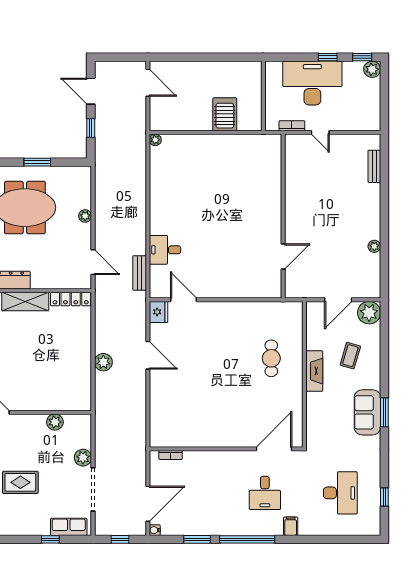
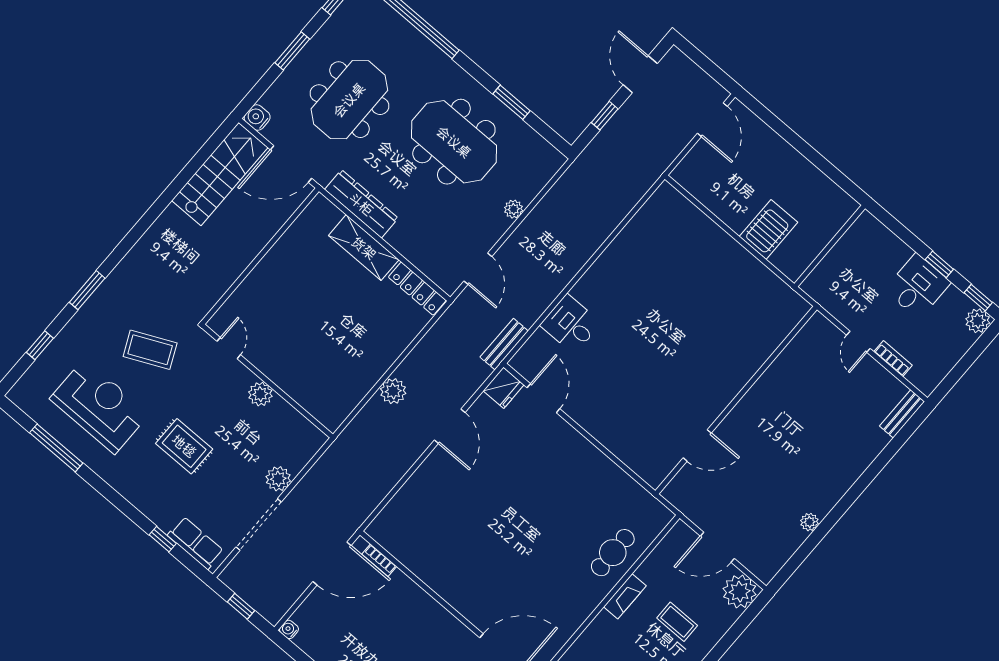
desk: (312, 83) -> (918, 286), width x0.53, depth x0.77
bookcase: (292, 126) -> (893, 358), moved
plant: (155, 140) -> (666, 191), removed
bench: (374, 166) -> (902, 414), moved
bench: (140, 273) -> (504, 344), moved
coffee table: (350, 356) -> (677, 622), turned 74
cafe table: (271, 358) -> (613, 553), moved
fireplace: (314, 371) -> (625, 596), width x0.73, depth x0.76
plant: (55, 422) -> (260, 394), moved
door: (148, 504) -> (332, 564), moved

